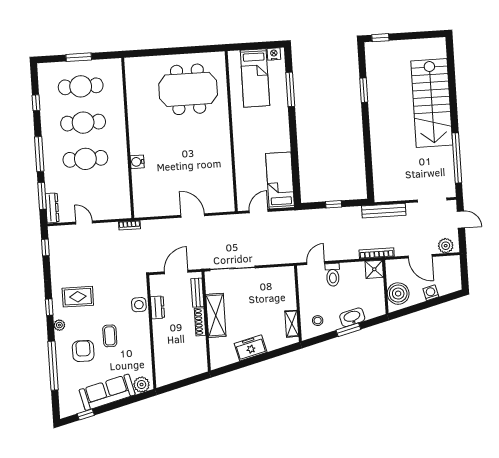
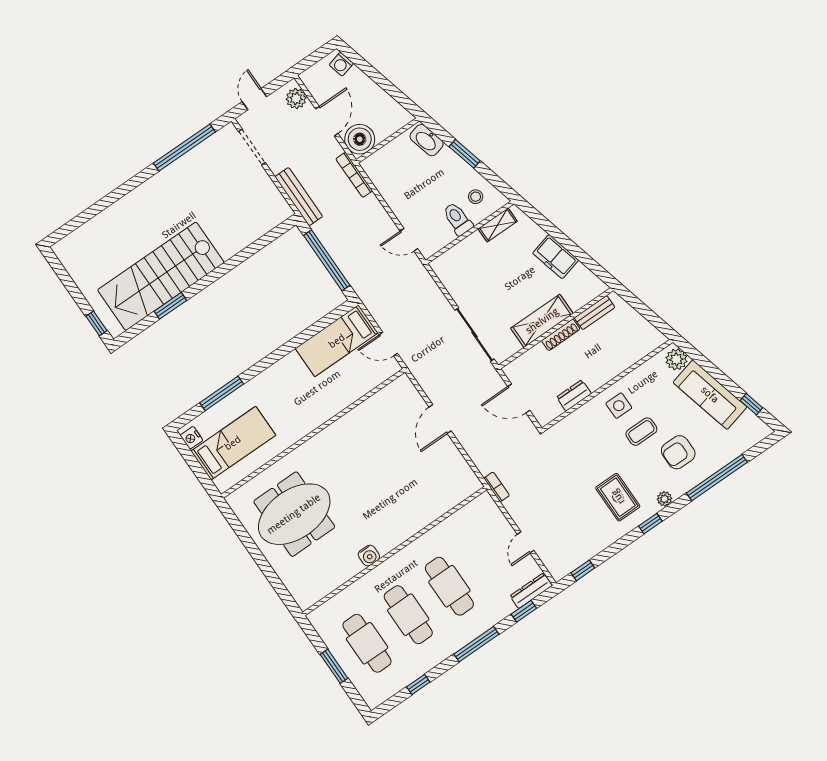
meeting table: (188, 89) -> (294, 514), turned 90
stairs: (432, 103) -> (161, 276), moved, turned 180
water cooler: (137, 162) -> (369, 556), moved
window: (42, 196) -> (524, 611), width x0.67
window: (334, 204) -> (327, 260), width x3.17
shower: (374, 269) -> (375, 166), removed
toilet: (333, 275) -> (458, 219), moved, turned -90
bench: (197, 293) -> (595, 313), moved
washing machine: (431, 293) -> (341, 64), moved
boiler: (398, 294) -> (360, 139), moved
side table: (139, 305) -> (619, 406), moved
washbasin: (352, 317) -> (427, 140), moved

